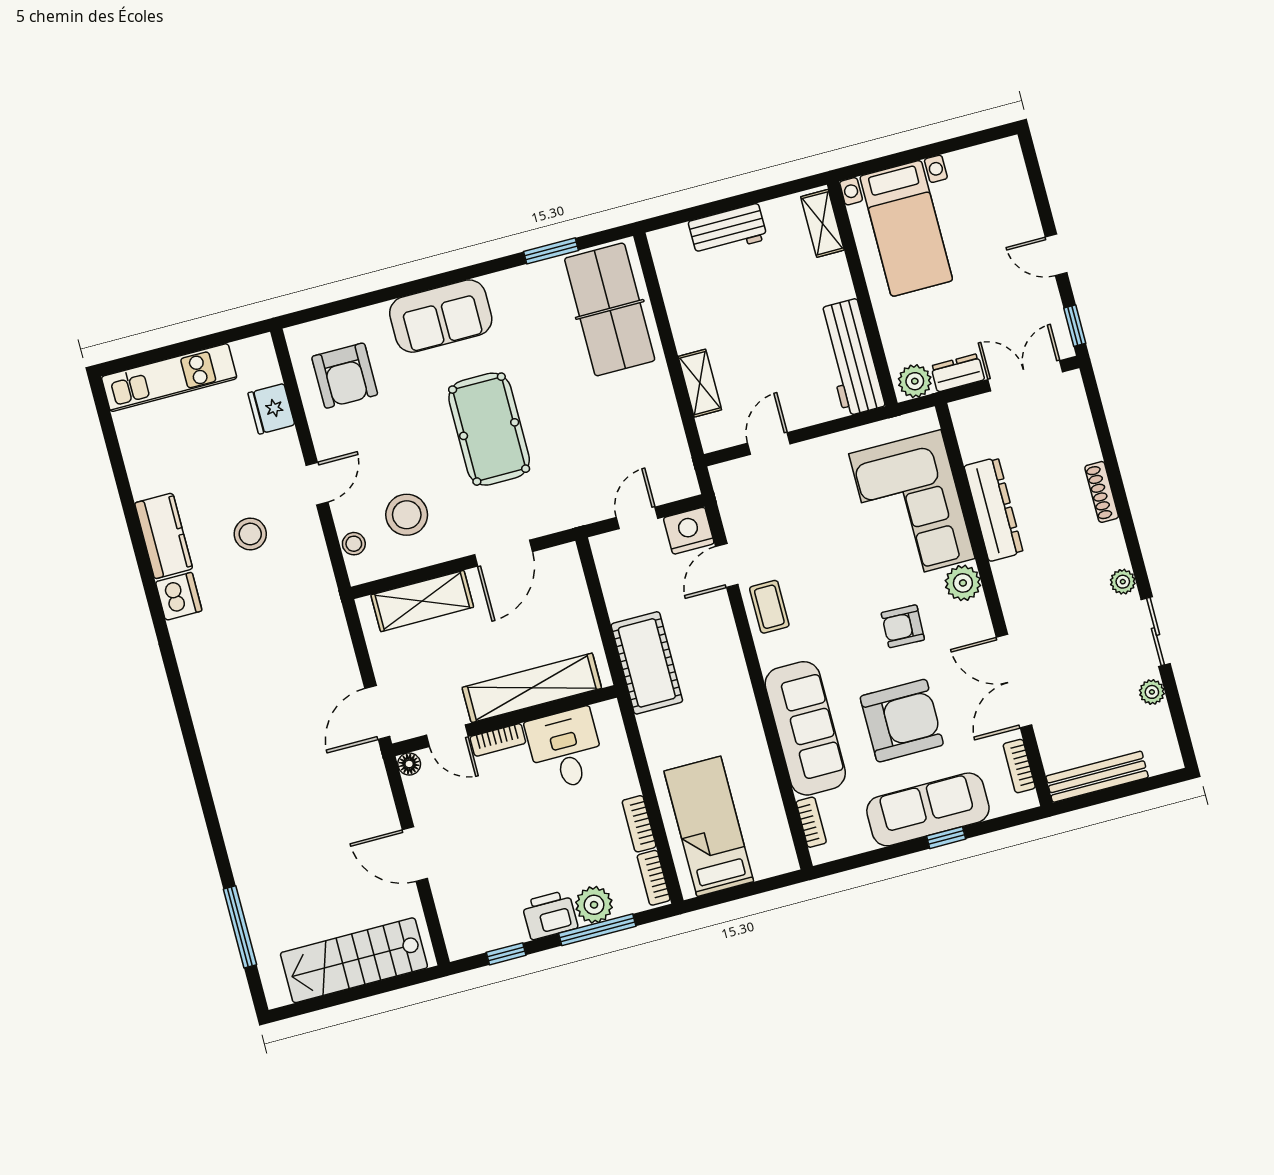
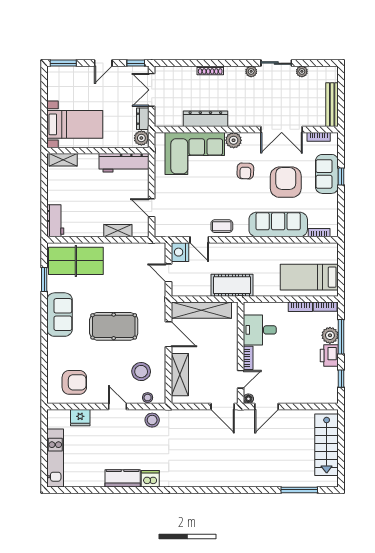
window: (1033, 168) -> (63, 63), added
workbench: (728, 230) -> (55, 221), moved
sofa: (441, 316) -> (60, 315), moved
stool: (250, 534) -> (152, 420), moved
shelving: (532, 688) -> (201, 310), moved, turned 90
sofa: (928, 809) -> (327, 174), width x0.73
door: (415, 854) -> (267, 407), moved

